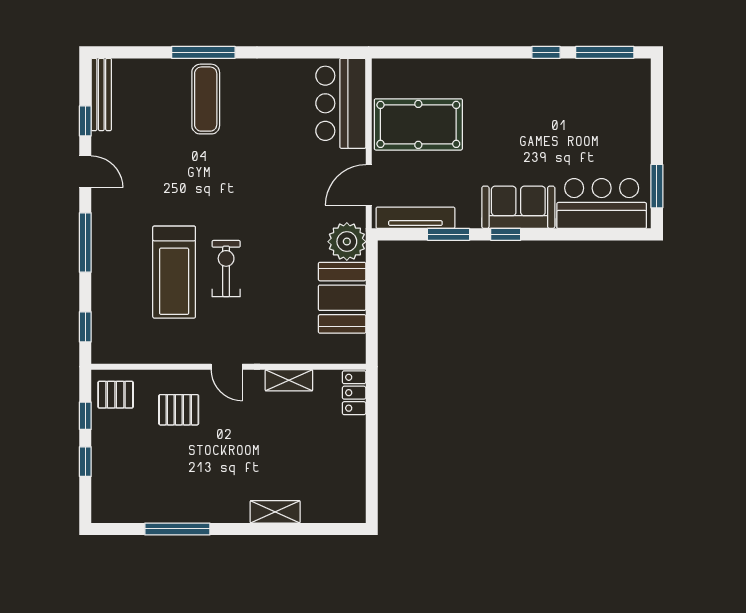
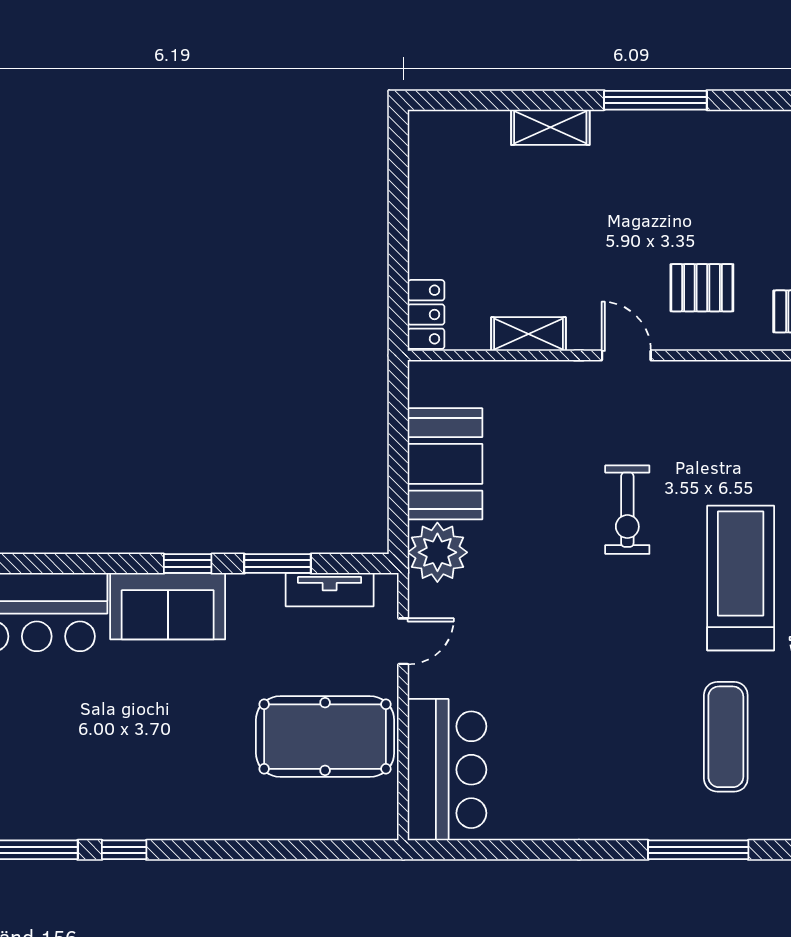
window: (203, 52) -> (698, 850), moved
exercise mat: (206, 99) -> (726, 737), moved
door: (369, 185) -> (403, 641), width x0.73
tv unit: (415, 218) -> (330, 590), width x0.71
treadmill: (174, 272) -> (741, 578), moved
window: (177, 529) -> (655, 100), moved

